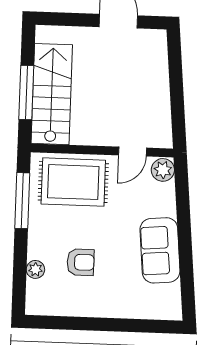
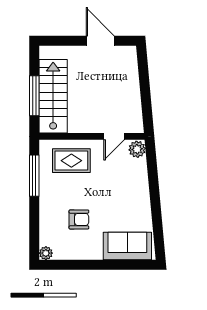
rug: (73, 182) -> (71, 161), width x0.73, depth x0.70
sofa: (160, 250) -> (127, 246), moved, turned 95
plant: (35, 269) -> (46, 253), moved

